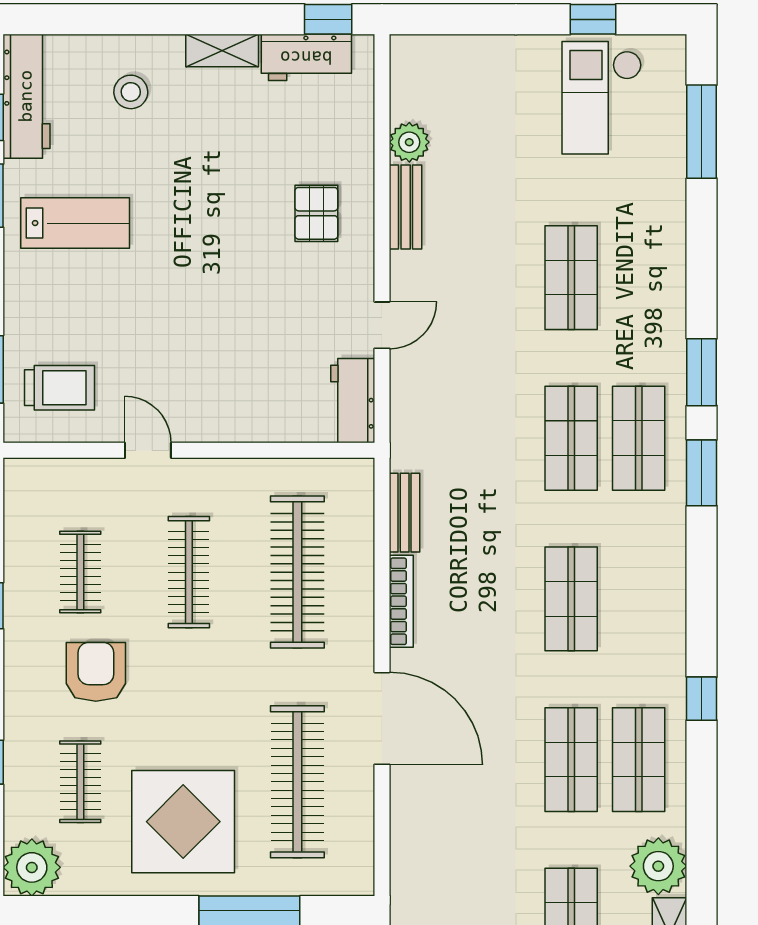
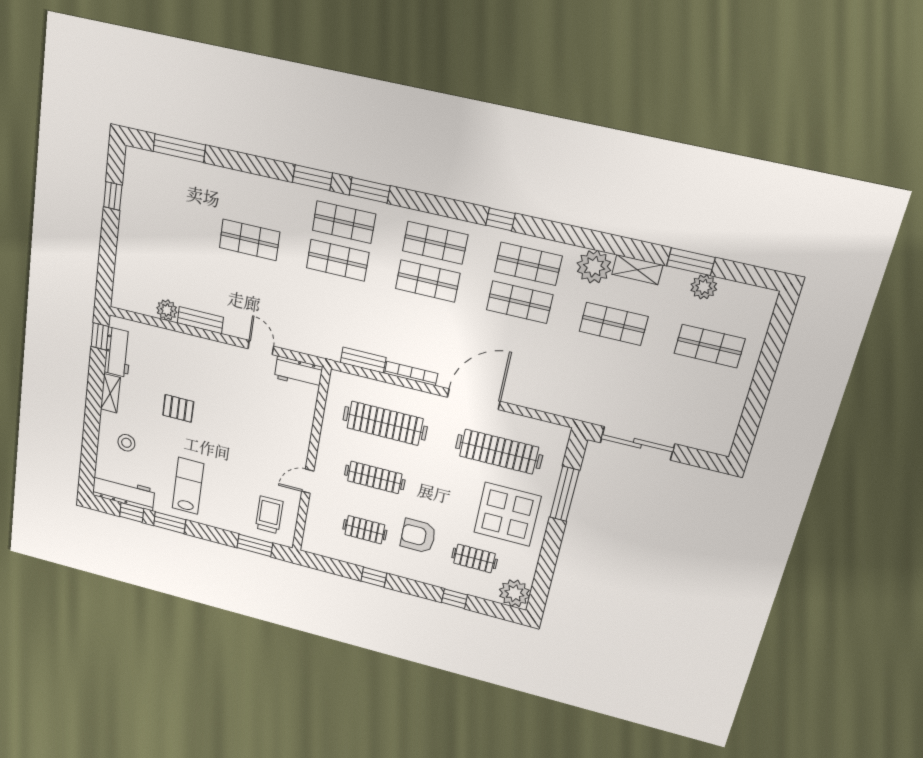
checkout: (602, 98) -> (155, 201), removed
pallet: (316, 213) -> (178, 408), moved
shop shelf: (639, 599) -> (435, 243), added

